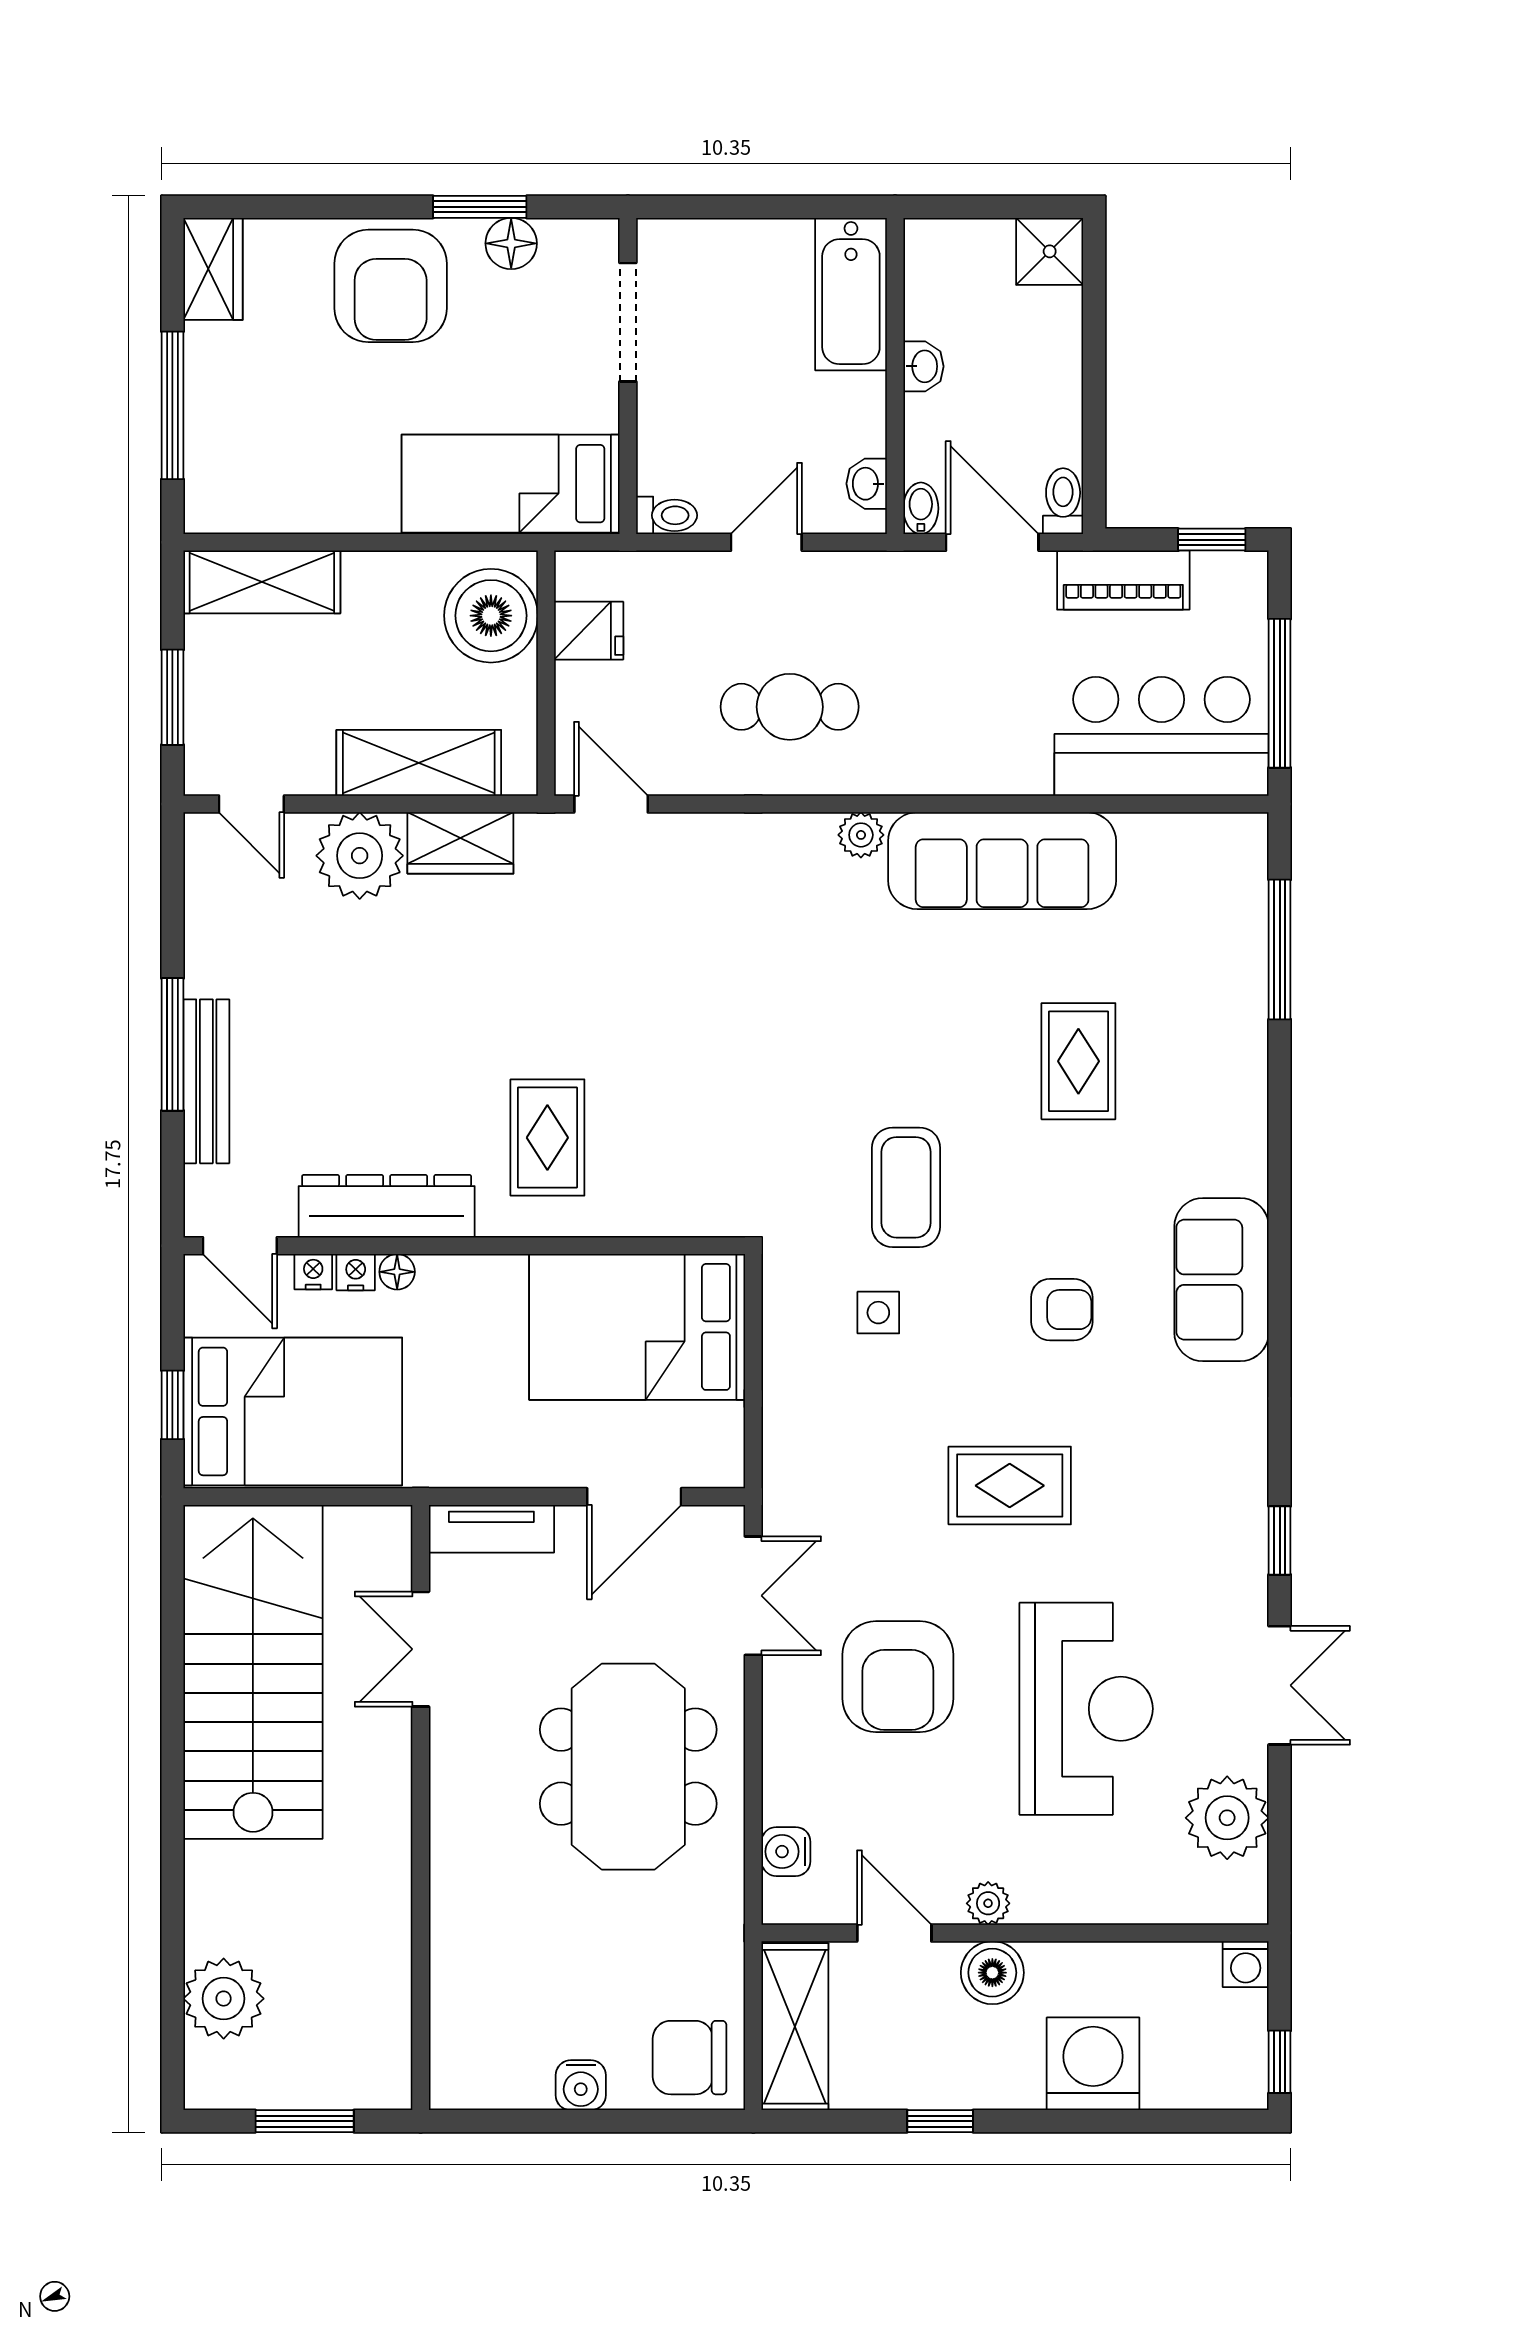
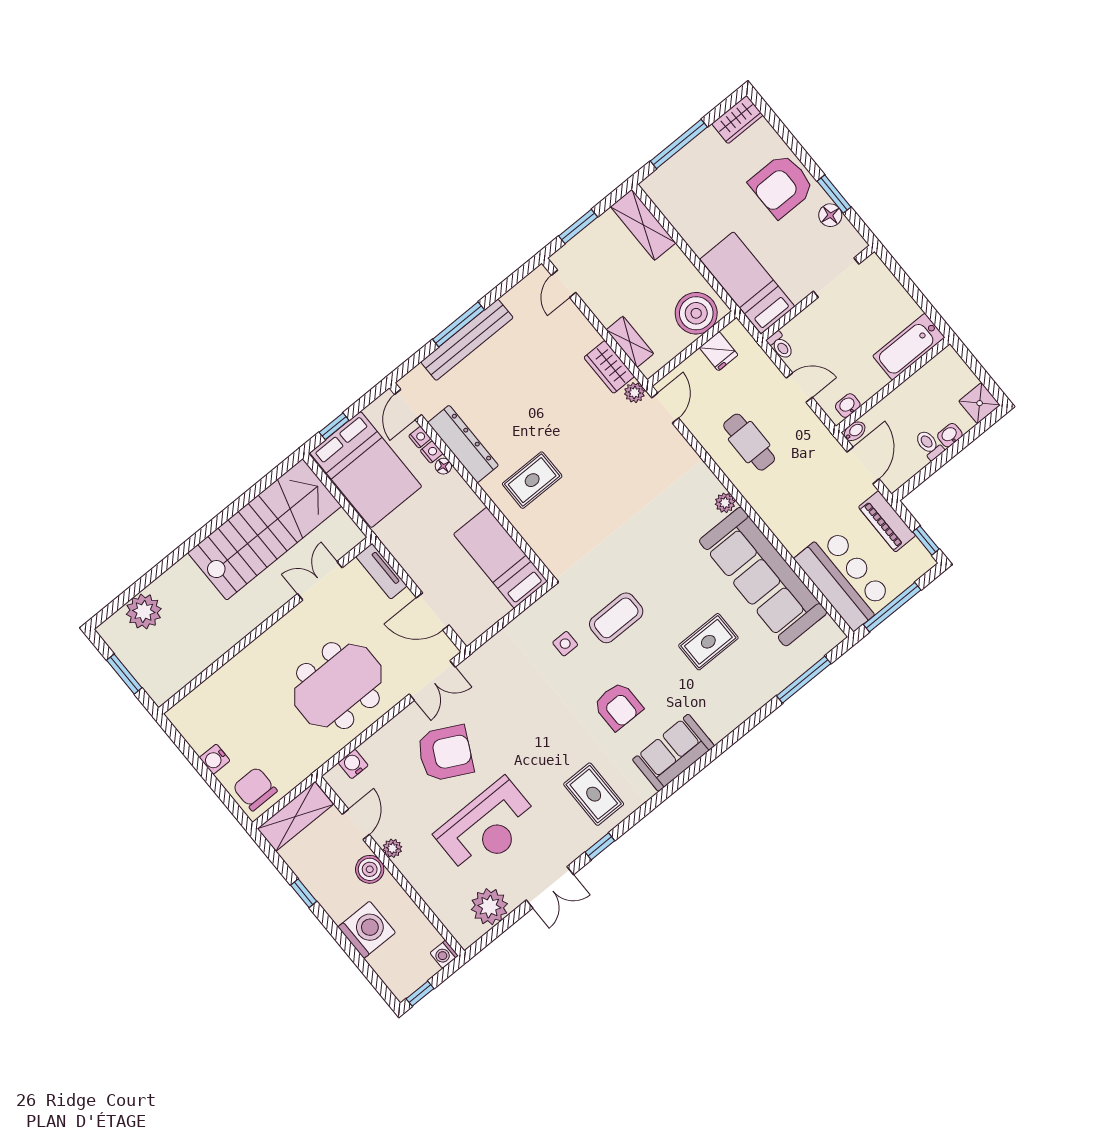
washbasin: (923, 366) -> (950, 435), moved, turned 180
toilet: (1063, 501) -> (929, 445), moved, turned -90
shelving: (419, 763) -> (630, 342), width x0.67, depth x0.75
plant: (360, 856) -> (635, 393), moved, width x0.53, depth x0.53
sofa: (1002, 861) -> (763, 577), width x1.36, depth x1.27
bench: (206, 1081) -> (467, 340), width x1.37, depth x1.21
armchair: (1062, 1310) -> (618, 706), width x1.38, depth x1.38
bed: (637, 1327) -> (501, 558), width x0.67
rug: (1010, 1486) -> (594, 794), moved
armchair: (898, 1677) -> (445, 753), turned -153

